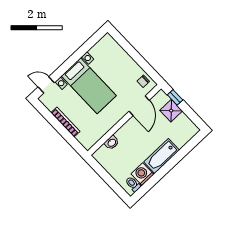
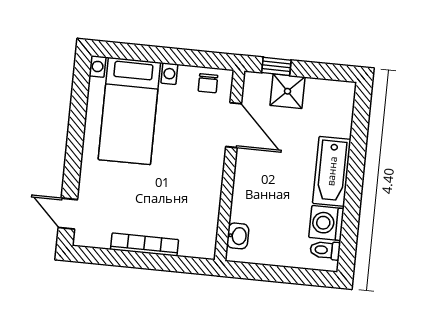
door: (46, 85) -> (68, 214), hinge flipped
bed with nightstands: (89, 86) -> (129, 111), moved, turned 90
washbasin: (112, 143) -> (238, 236), moved

